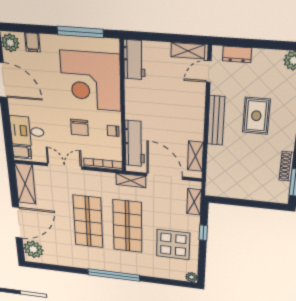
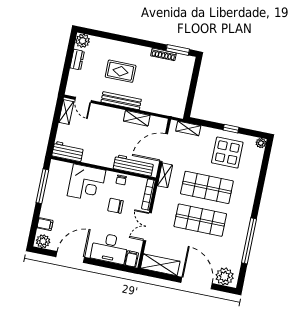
dresser: (237, 54) -> (77, 60), moved
corner desk: (91, 81) -> (87, 183), width x0.74, depth x0.74
chair: (79, 127) -> (116, 206), turned 180
desk: (27, 131) -> (110, 248), width x1.37
shelving: (195, 156) -> (137, 118), moved
window: (203, 233) -> (231, 129), moved
window: (114, 275) -> (249, 241), moved

